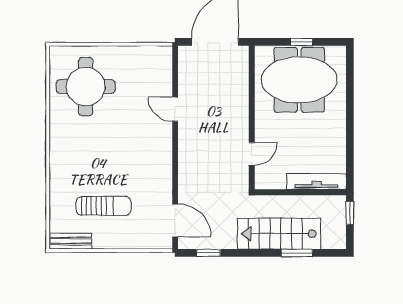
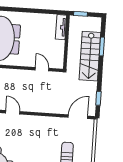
door: (175, 109) -> (13, 112), swing flipped
tv unit: (316, 181) -> (61, 27), width x0.71

